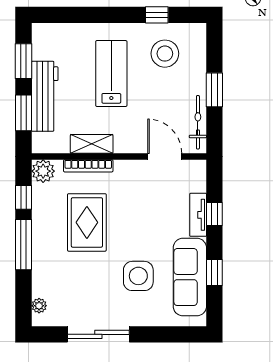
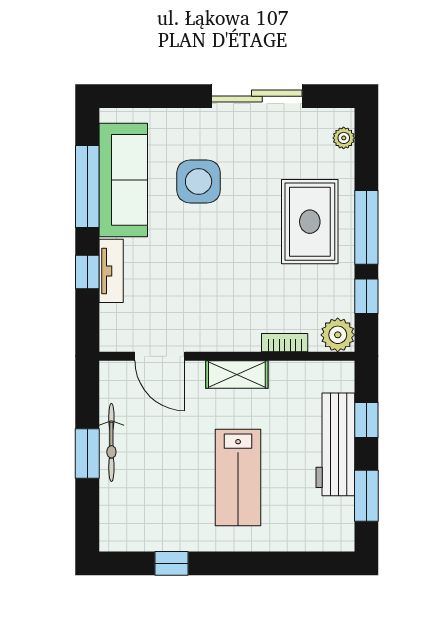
stool: (165, 54) -> (160, 507), removed
window: (23, 113) -> (366, 420), width x0.67
bicycle: (198, 122) -> (111, 442), moved
shelving: (92, 144) -> (237, 375), moved
bookcase: (88, 166) -> (285, 343), width x0.64
rug: (87, 222) -> (310, 222), moved
window: (214, 272) -> (87, 187), width x2.17

